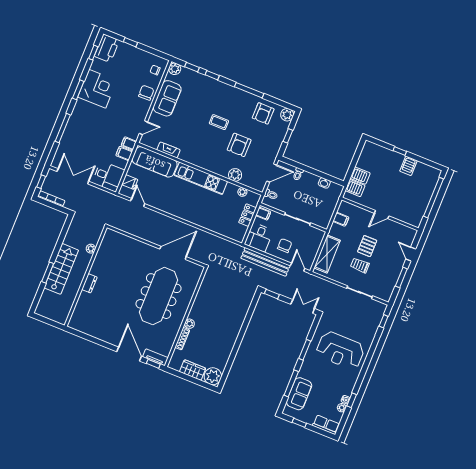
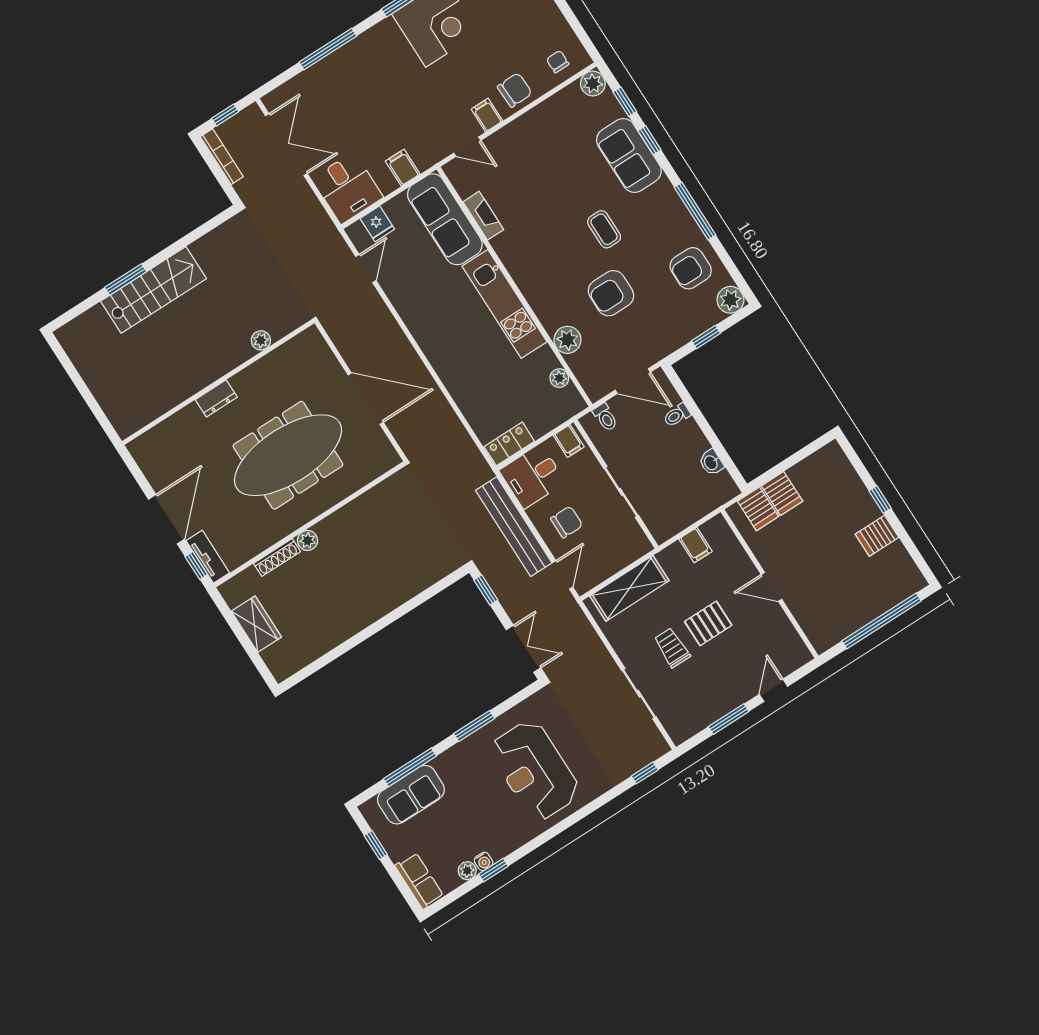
sofa: (167, 98) -> (629, 155), moved, turned 90
filing cabinet: (129, 143) -> (487, 115), moved
locker: (248, 215) -> (509, 444), moved
plant: (91, 249) -> (261, 340), moved
wall: (86, 276) -> (218, 382), moved
dresser: (89, 283) -> (216, 398), moved
plant: (213, 376) -> (284, 659), removed

